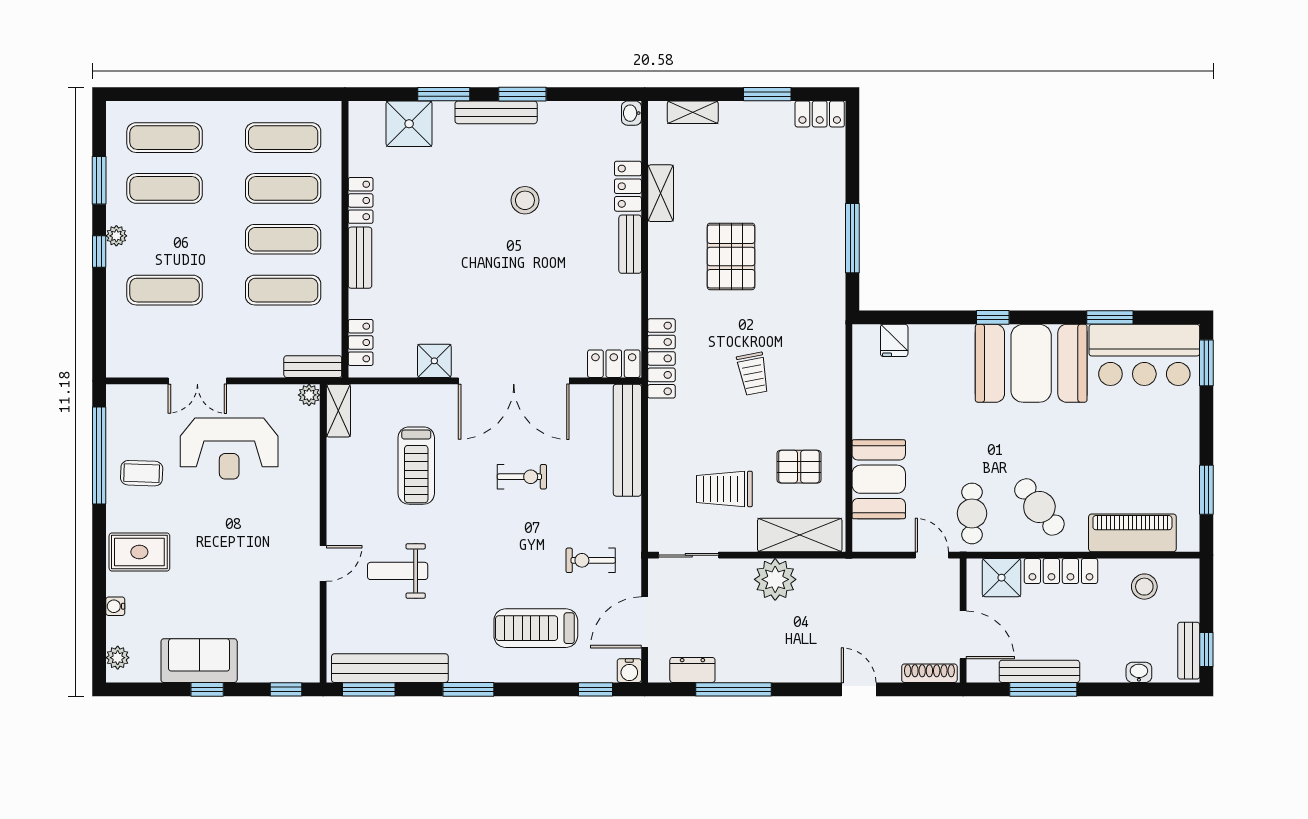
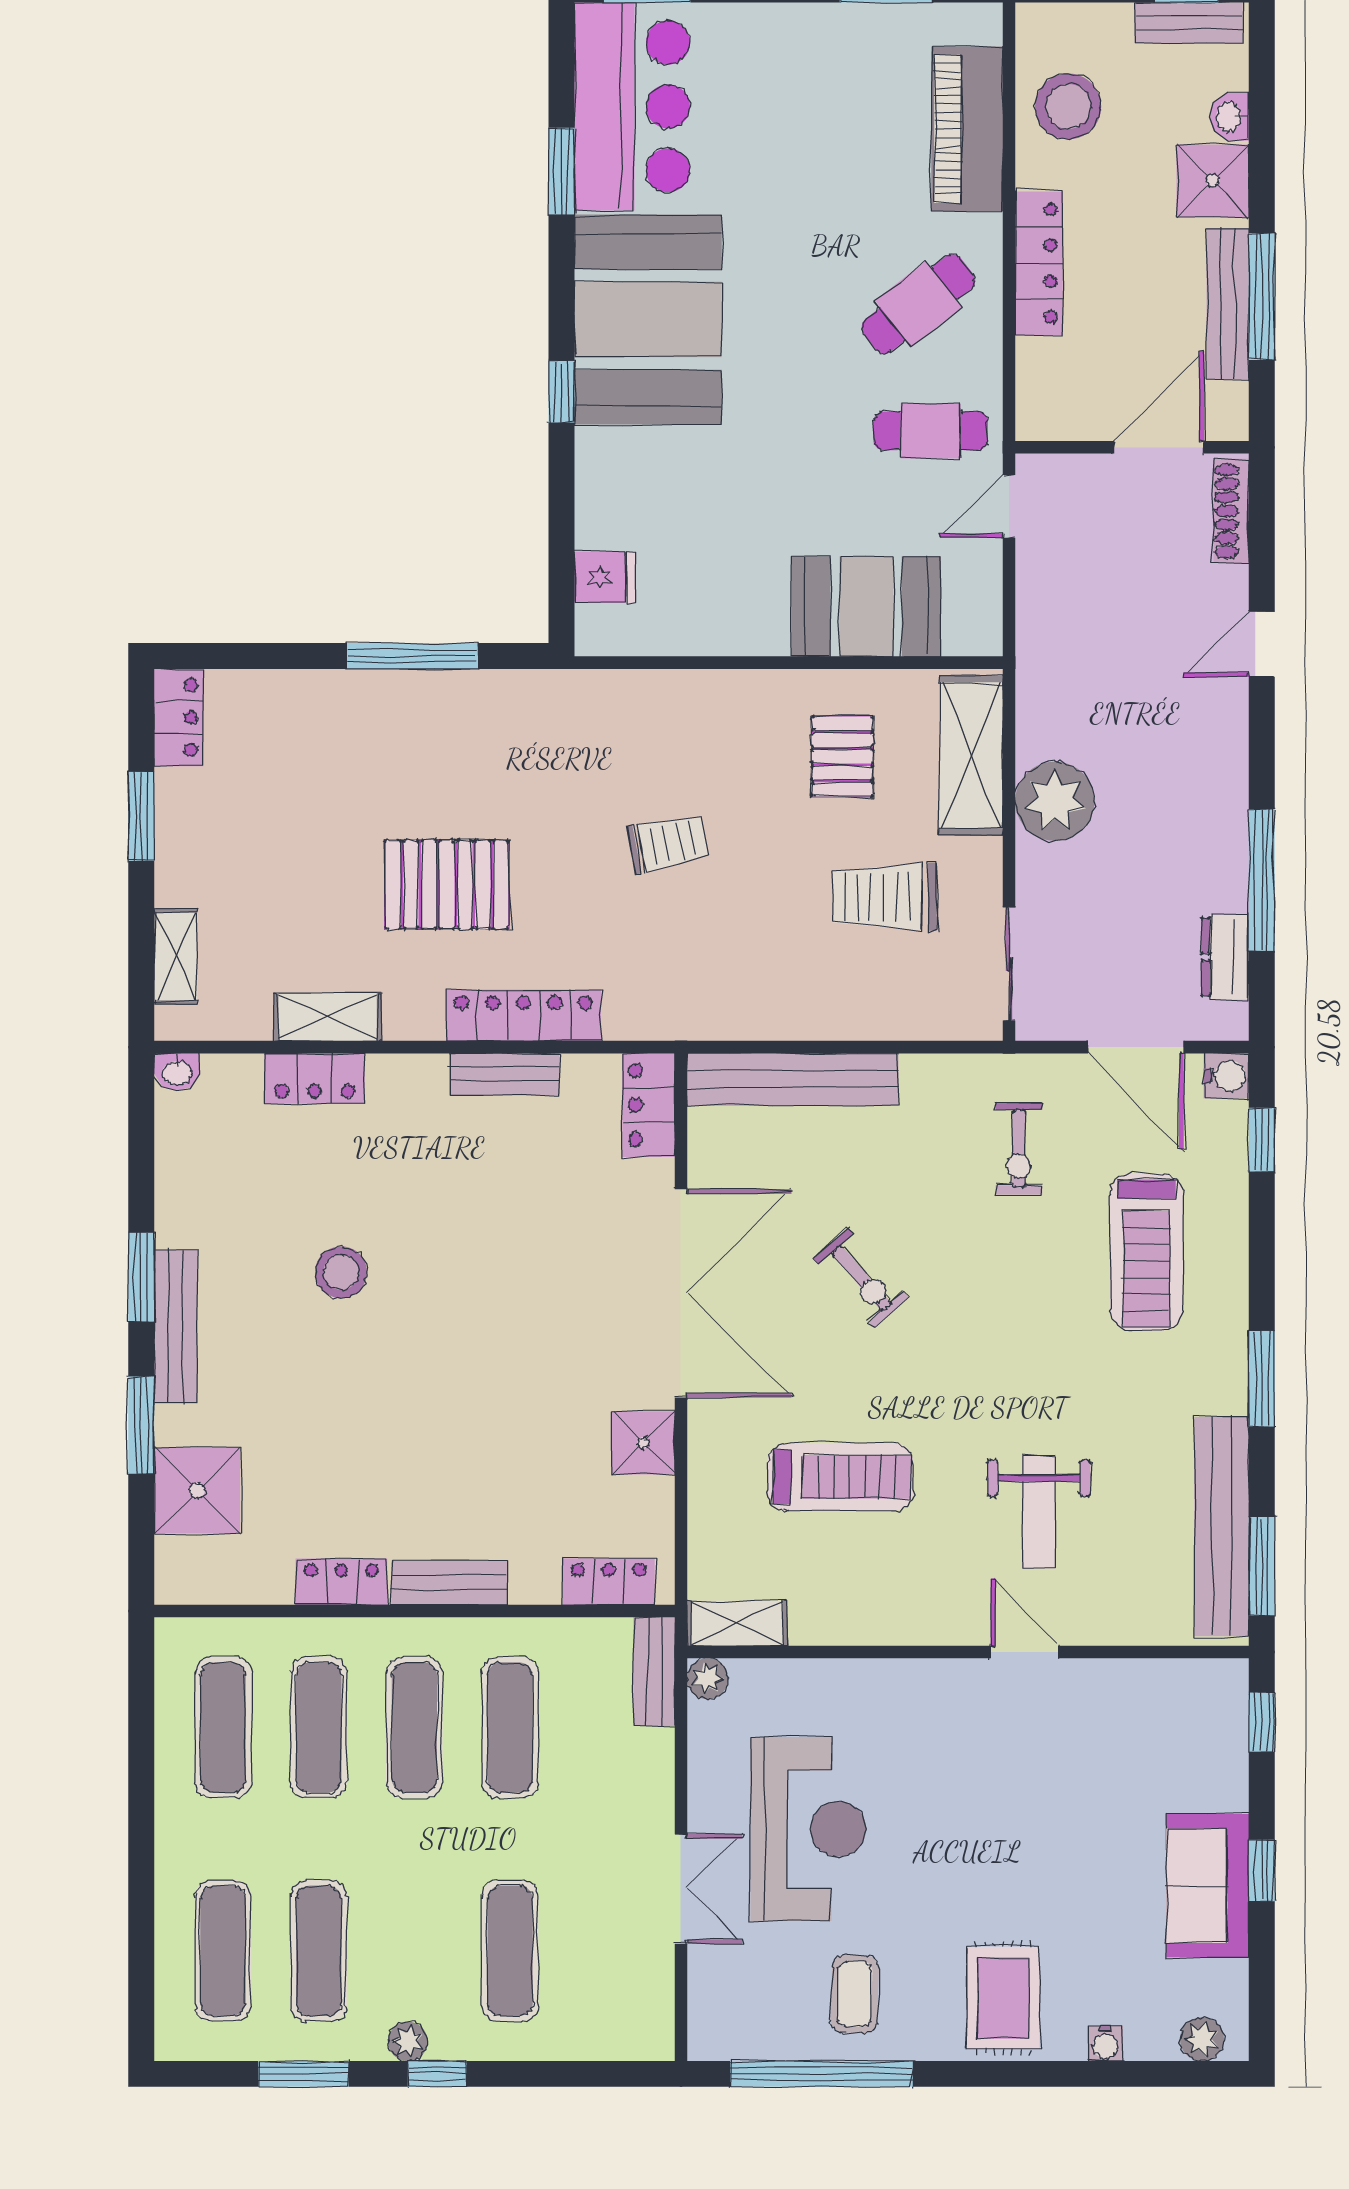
bench: (630, 244) -> (504, 1074), moved
locker: (661, 358) -> (524, 1015), moved
exercise bike: (522, 477) -> (861, 1278), turned 139
trolley: (724, 489) -> (884, 897), turned 90
shower: (1002, 578) -> (1213, 181), moved
stool: (1144, 587) -> (1068, 106), width x1.38, depth x1.38

